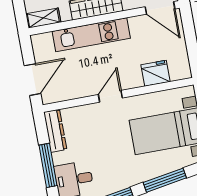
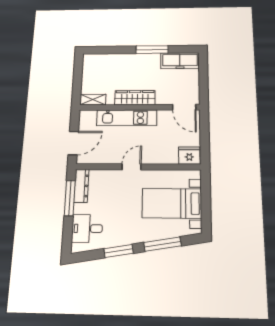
fridge: (155, 73) -> (189, 156), moved
window: (48, 165) -> (70, 198), moved

